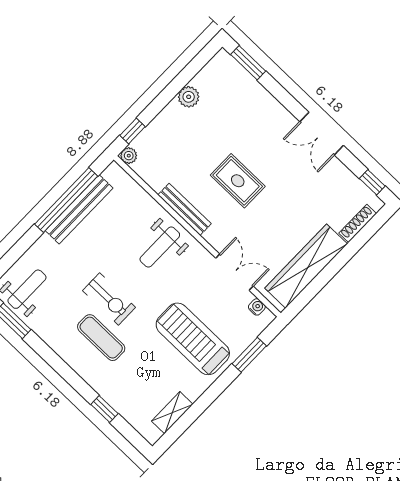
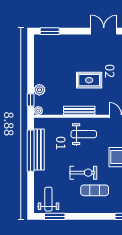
plant: (189, 97) -> (39, 90), moved
double door: (322, 134) -> (104, 31), swing flipped
weight bench: (160, 247) -> (84, 134), turned -90

